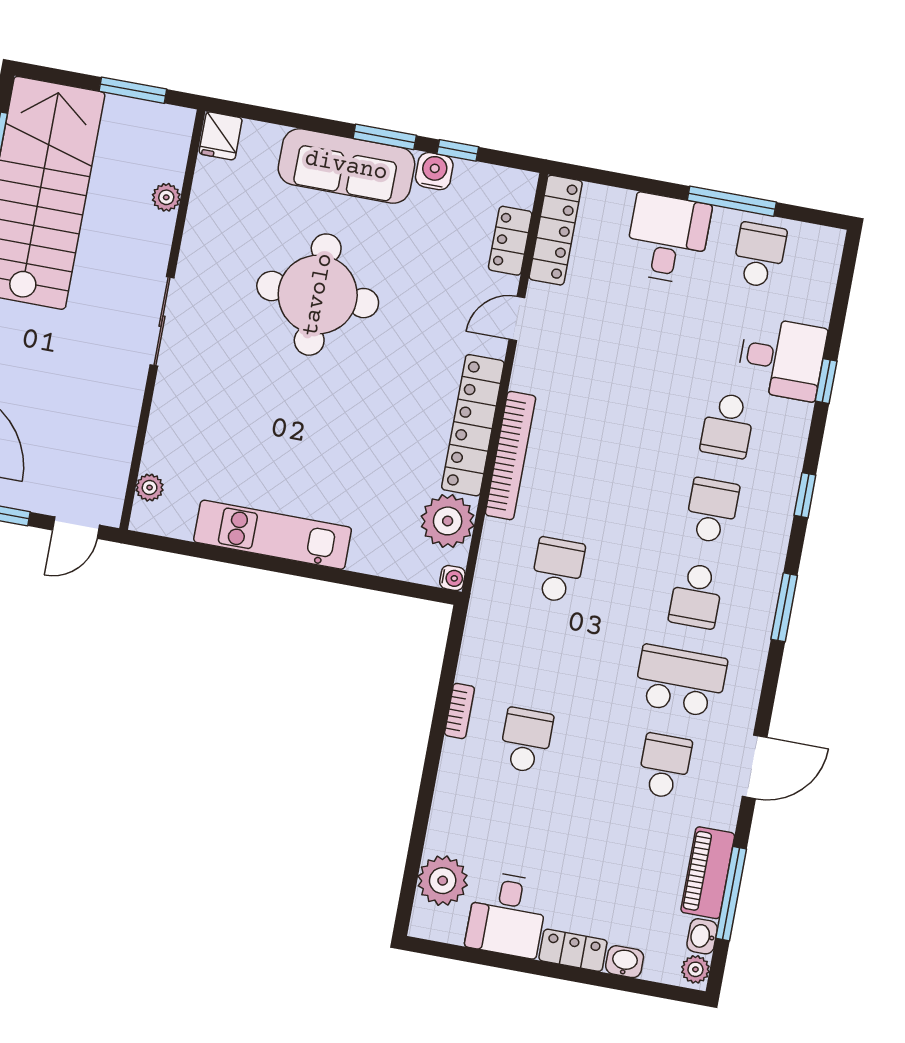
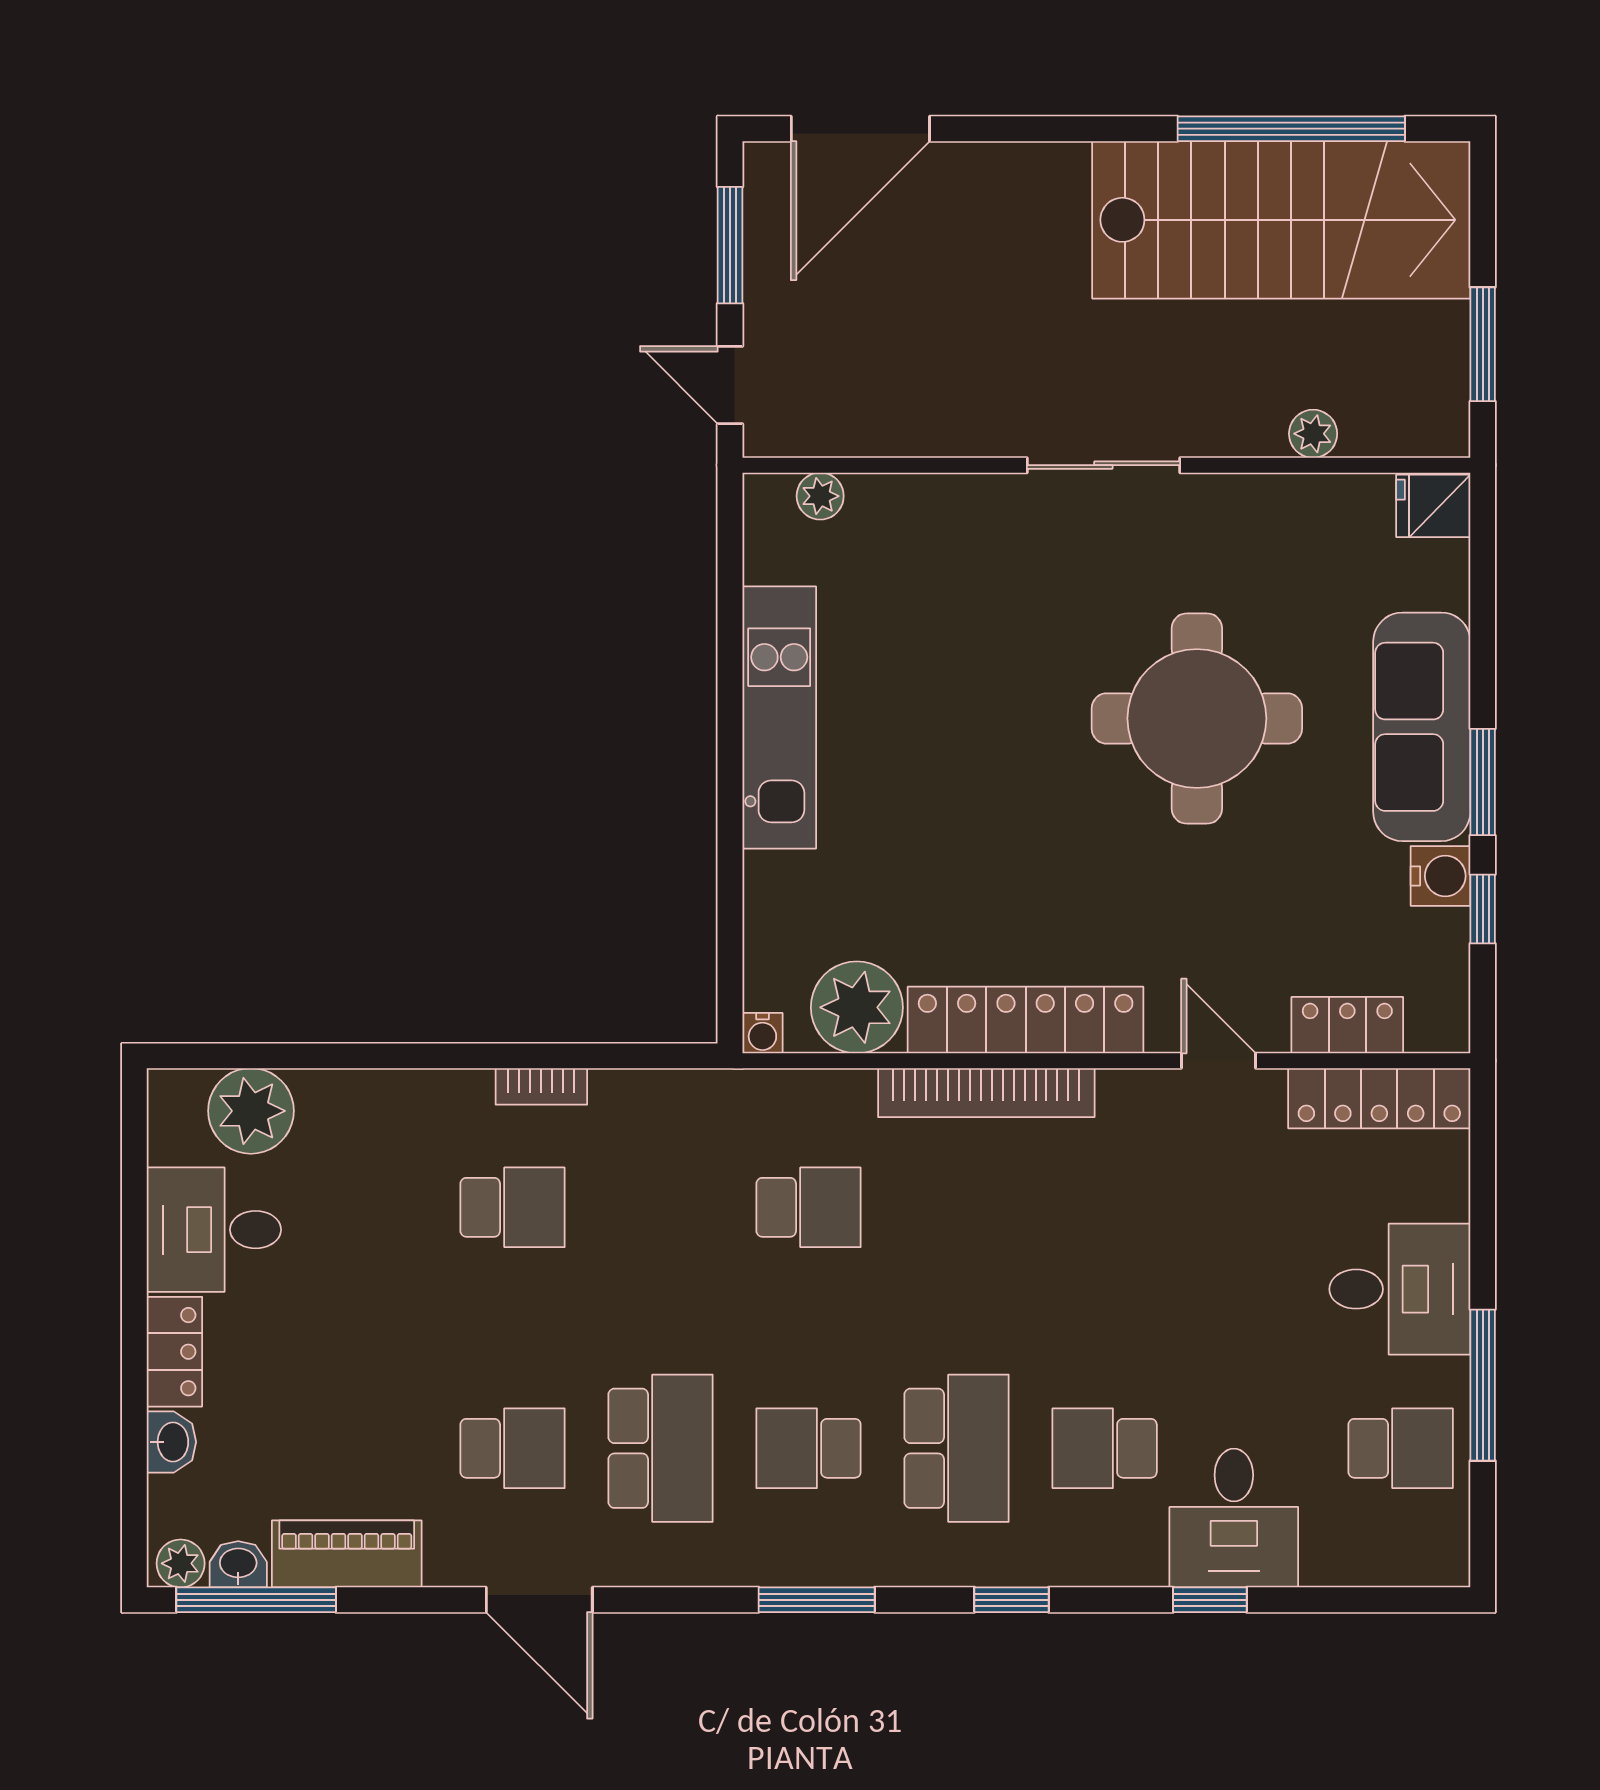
school desk: (712, 511) -> (957, 1448), width x1.85
window: (731, 894) -> (256, 1600), moved

